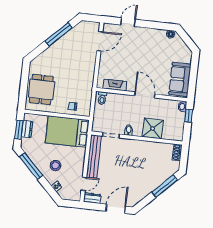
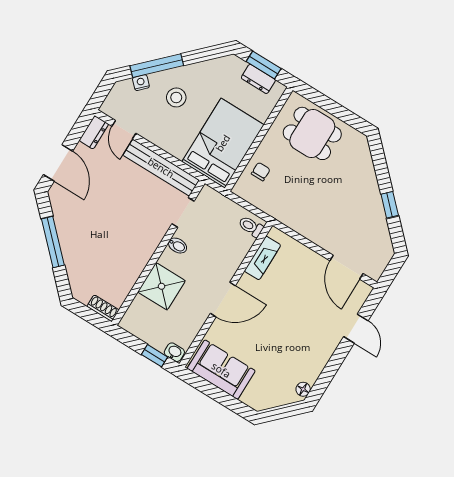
window: (59, 34) -> (390, 205), width x0.46
window: (31, 166) -> (157, 66), moved
window: (165, 186) -> (53, 242), moved

